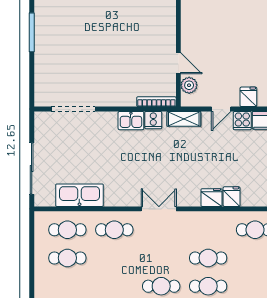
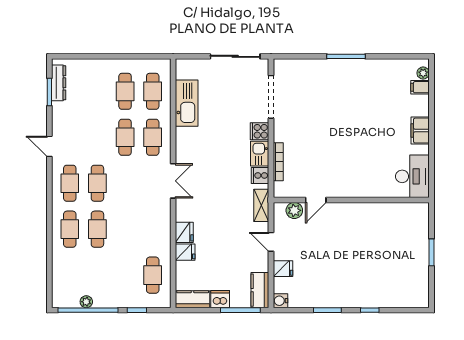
bookcase: (156, 102) -> (278, 162), moved
cooker: (242, 121) -> (260, 131), moved
sliding door: (32, 168) -> (235, 56), moved
cafe table: (208, 258) -> (125, 137), moved

